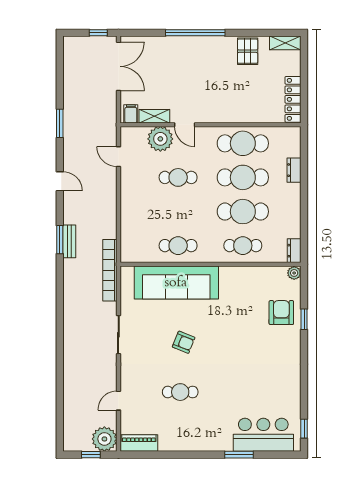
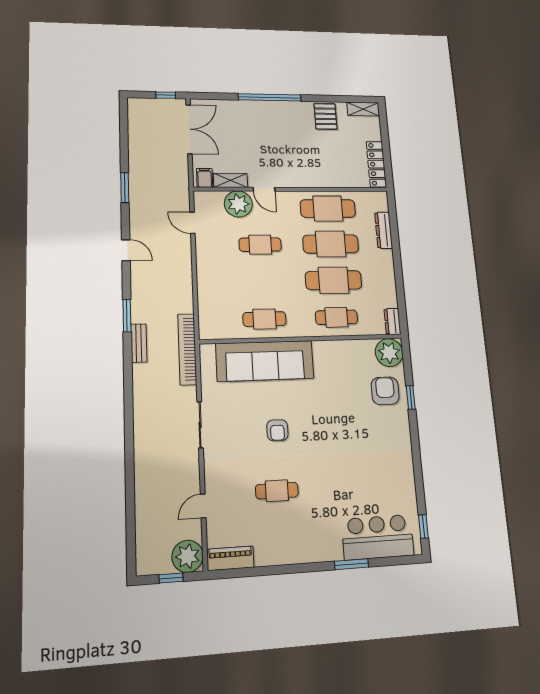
dresser: (294, 170) -> (384, 230), width x1.44
bench: (69, 241) -> (139, 343), moved
plant: (294, 273) -> (389, 353), width x1.87, depth x1.87
armchair: (184, 342) -> (277, 430), turned 68

